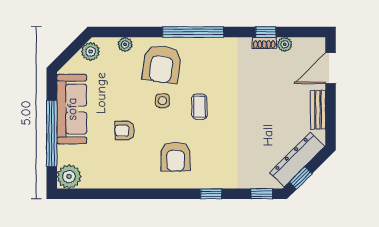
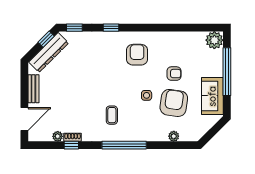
plant: (91, 52) -> (199, 131), removed
armchair: (162, 64) -> (174, 103), moved
coffee table: (199, 107) -> (112, 115), moved
sofa: (72, 109) -> (212, 96), width x0.73

